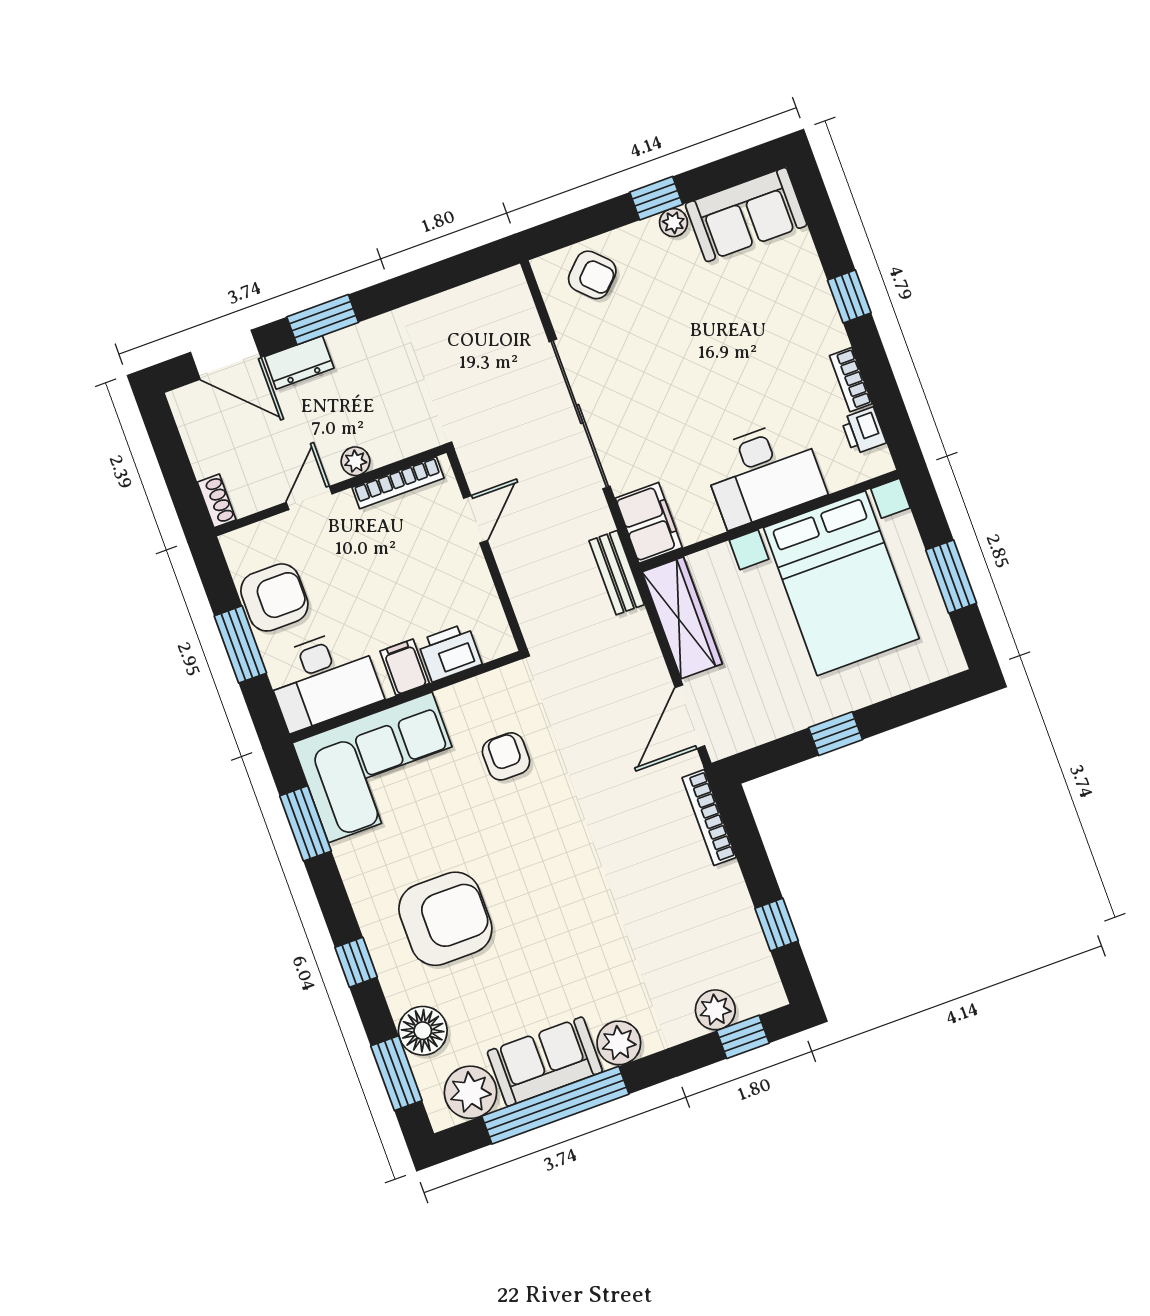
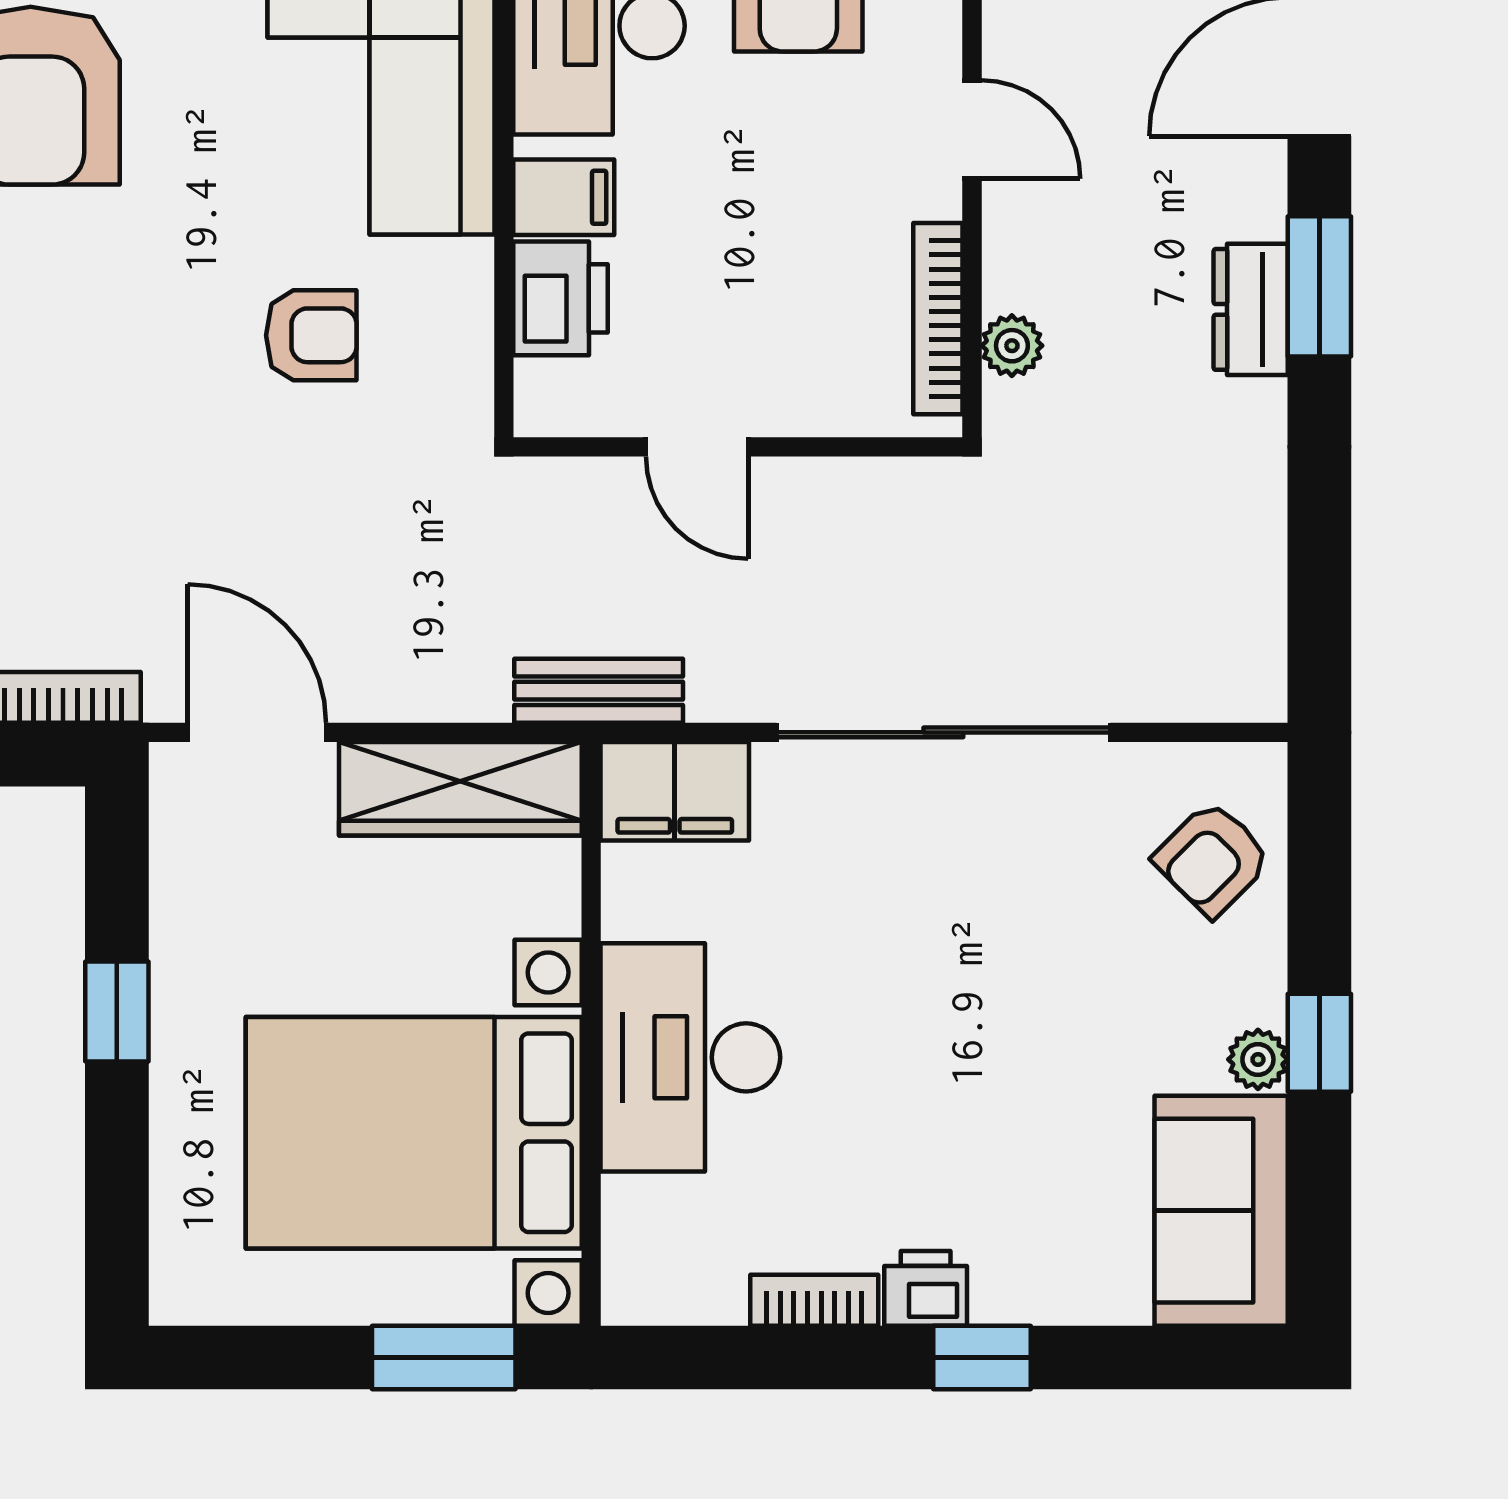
dresser: (299, 362) -> (1251, 309), moved
printer: (864, 431) -> (926, 1288), moved
plant: (355, 461) -> (1012, 346), moved
door: (475, 519) -> (697, 447), moved
window: (951, 577) -> (444, 1357), moved

